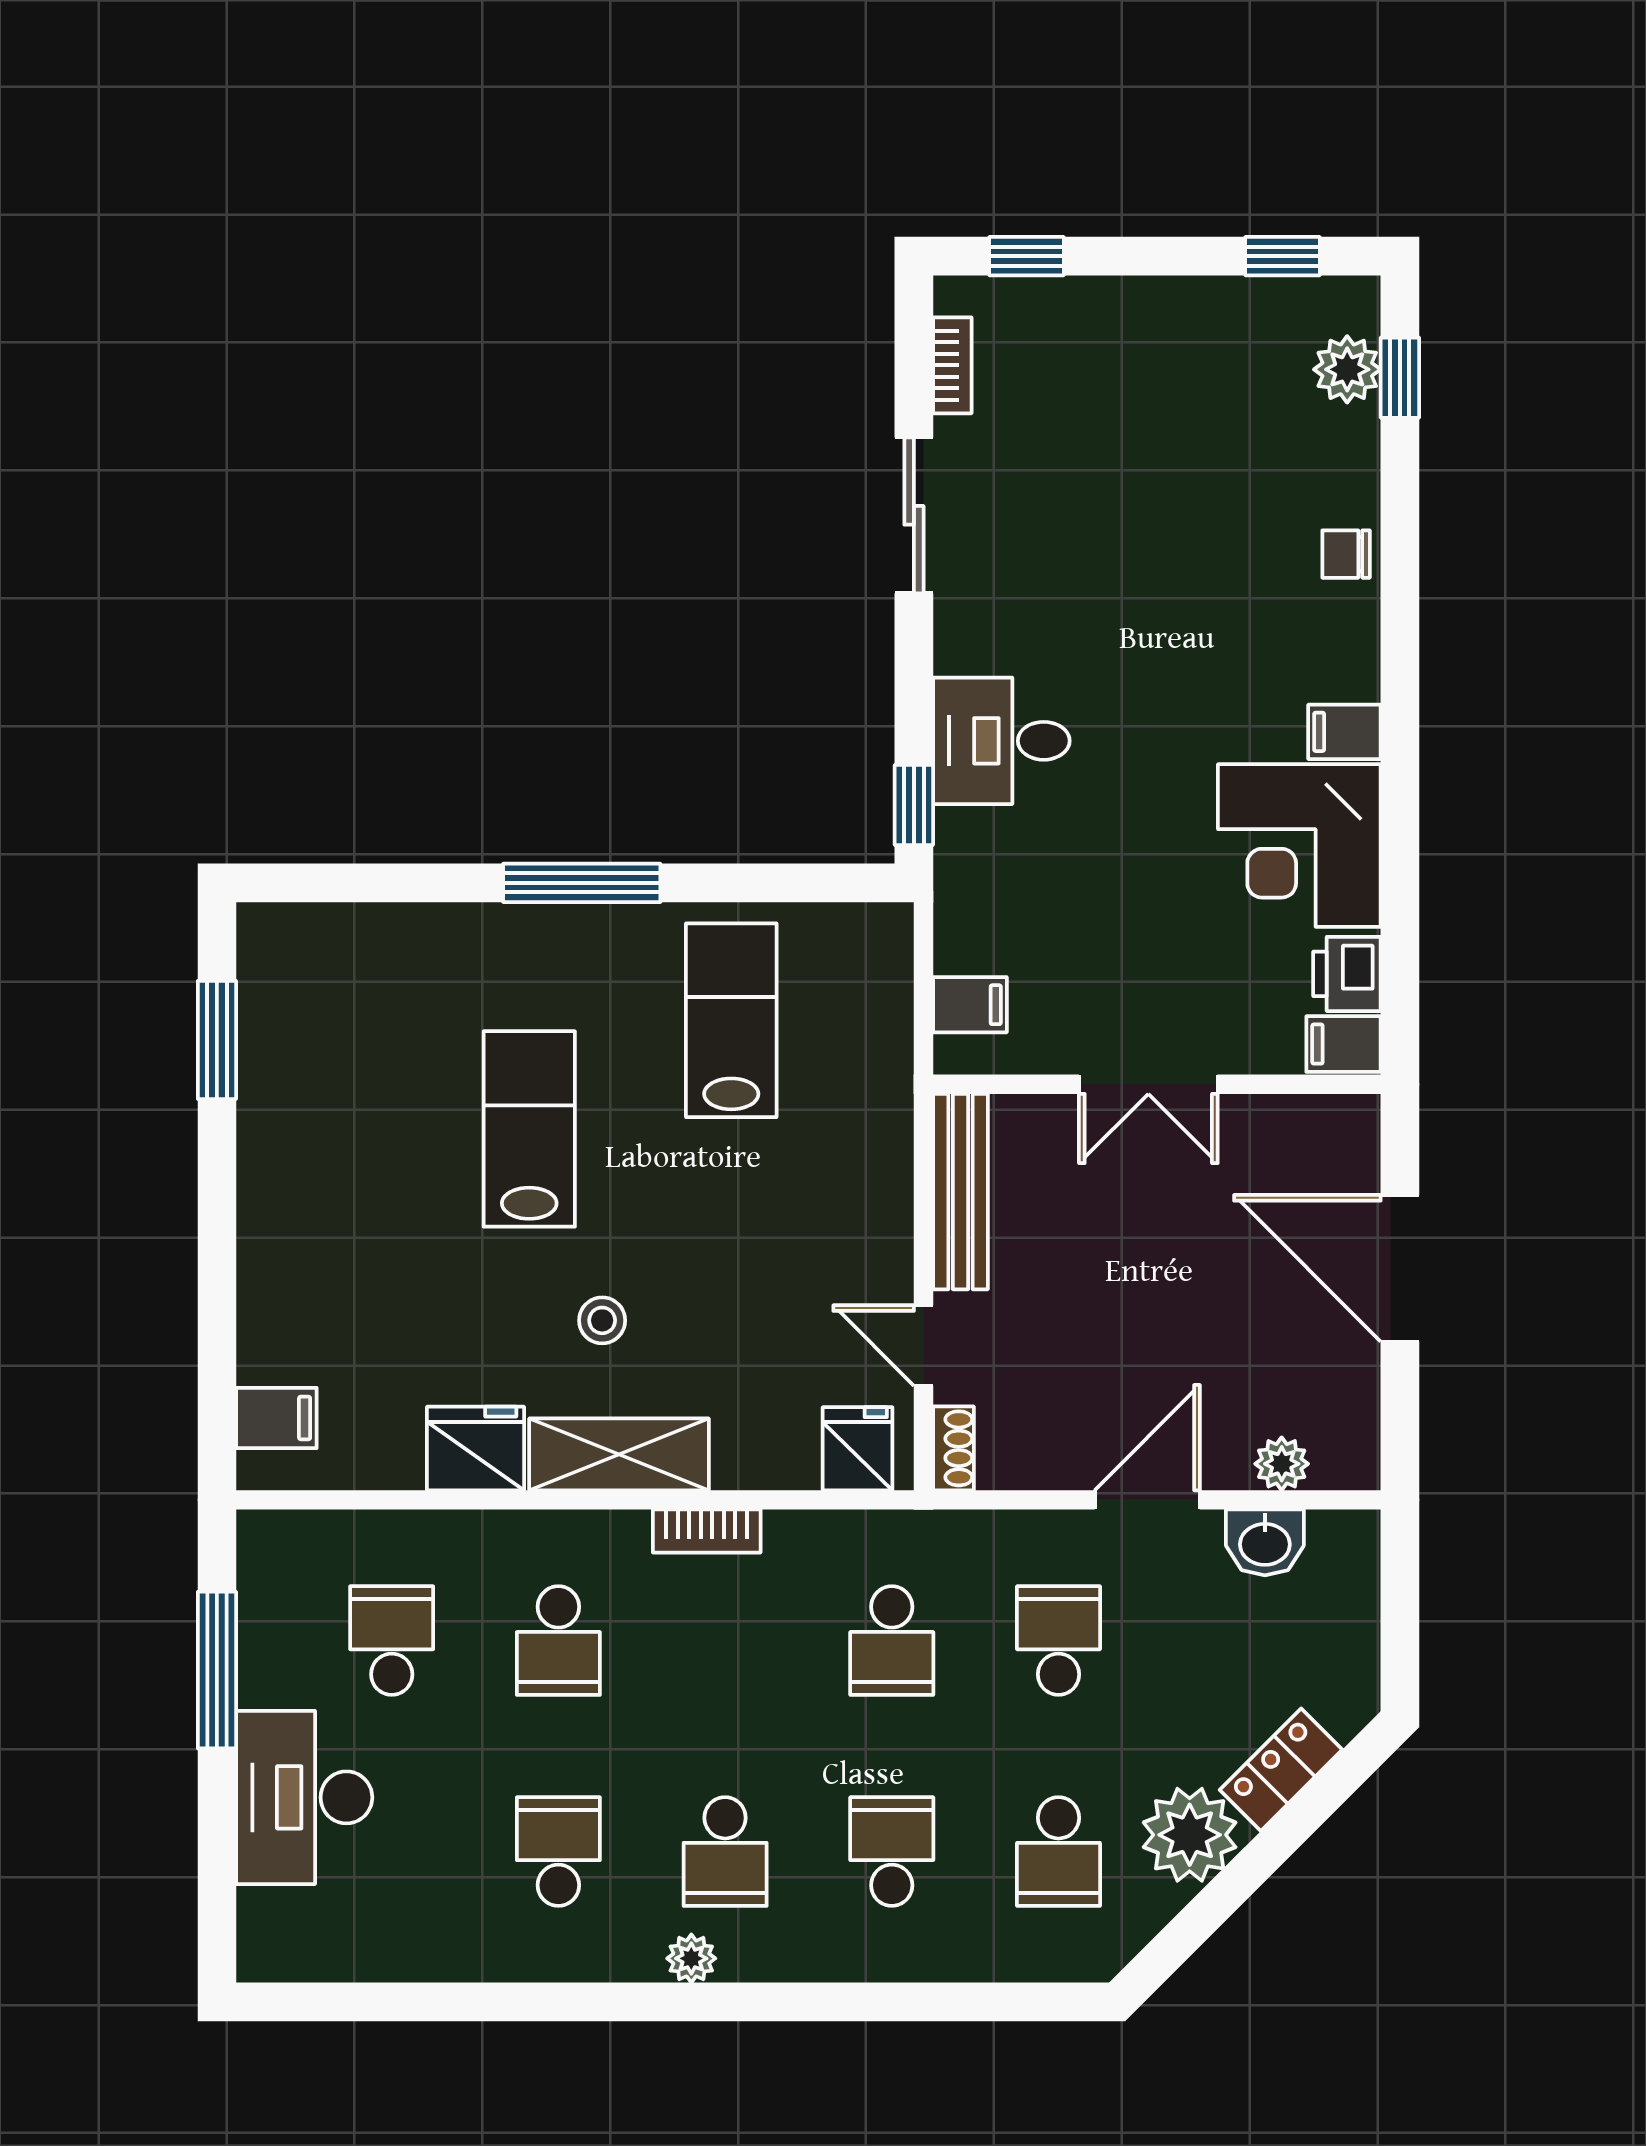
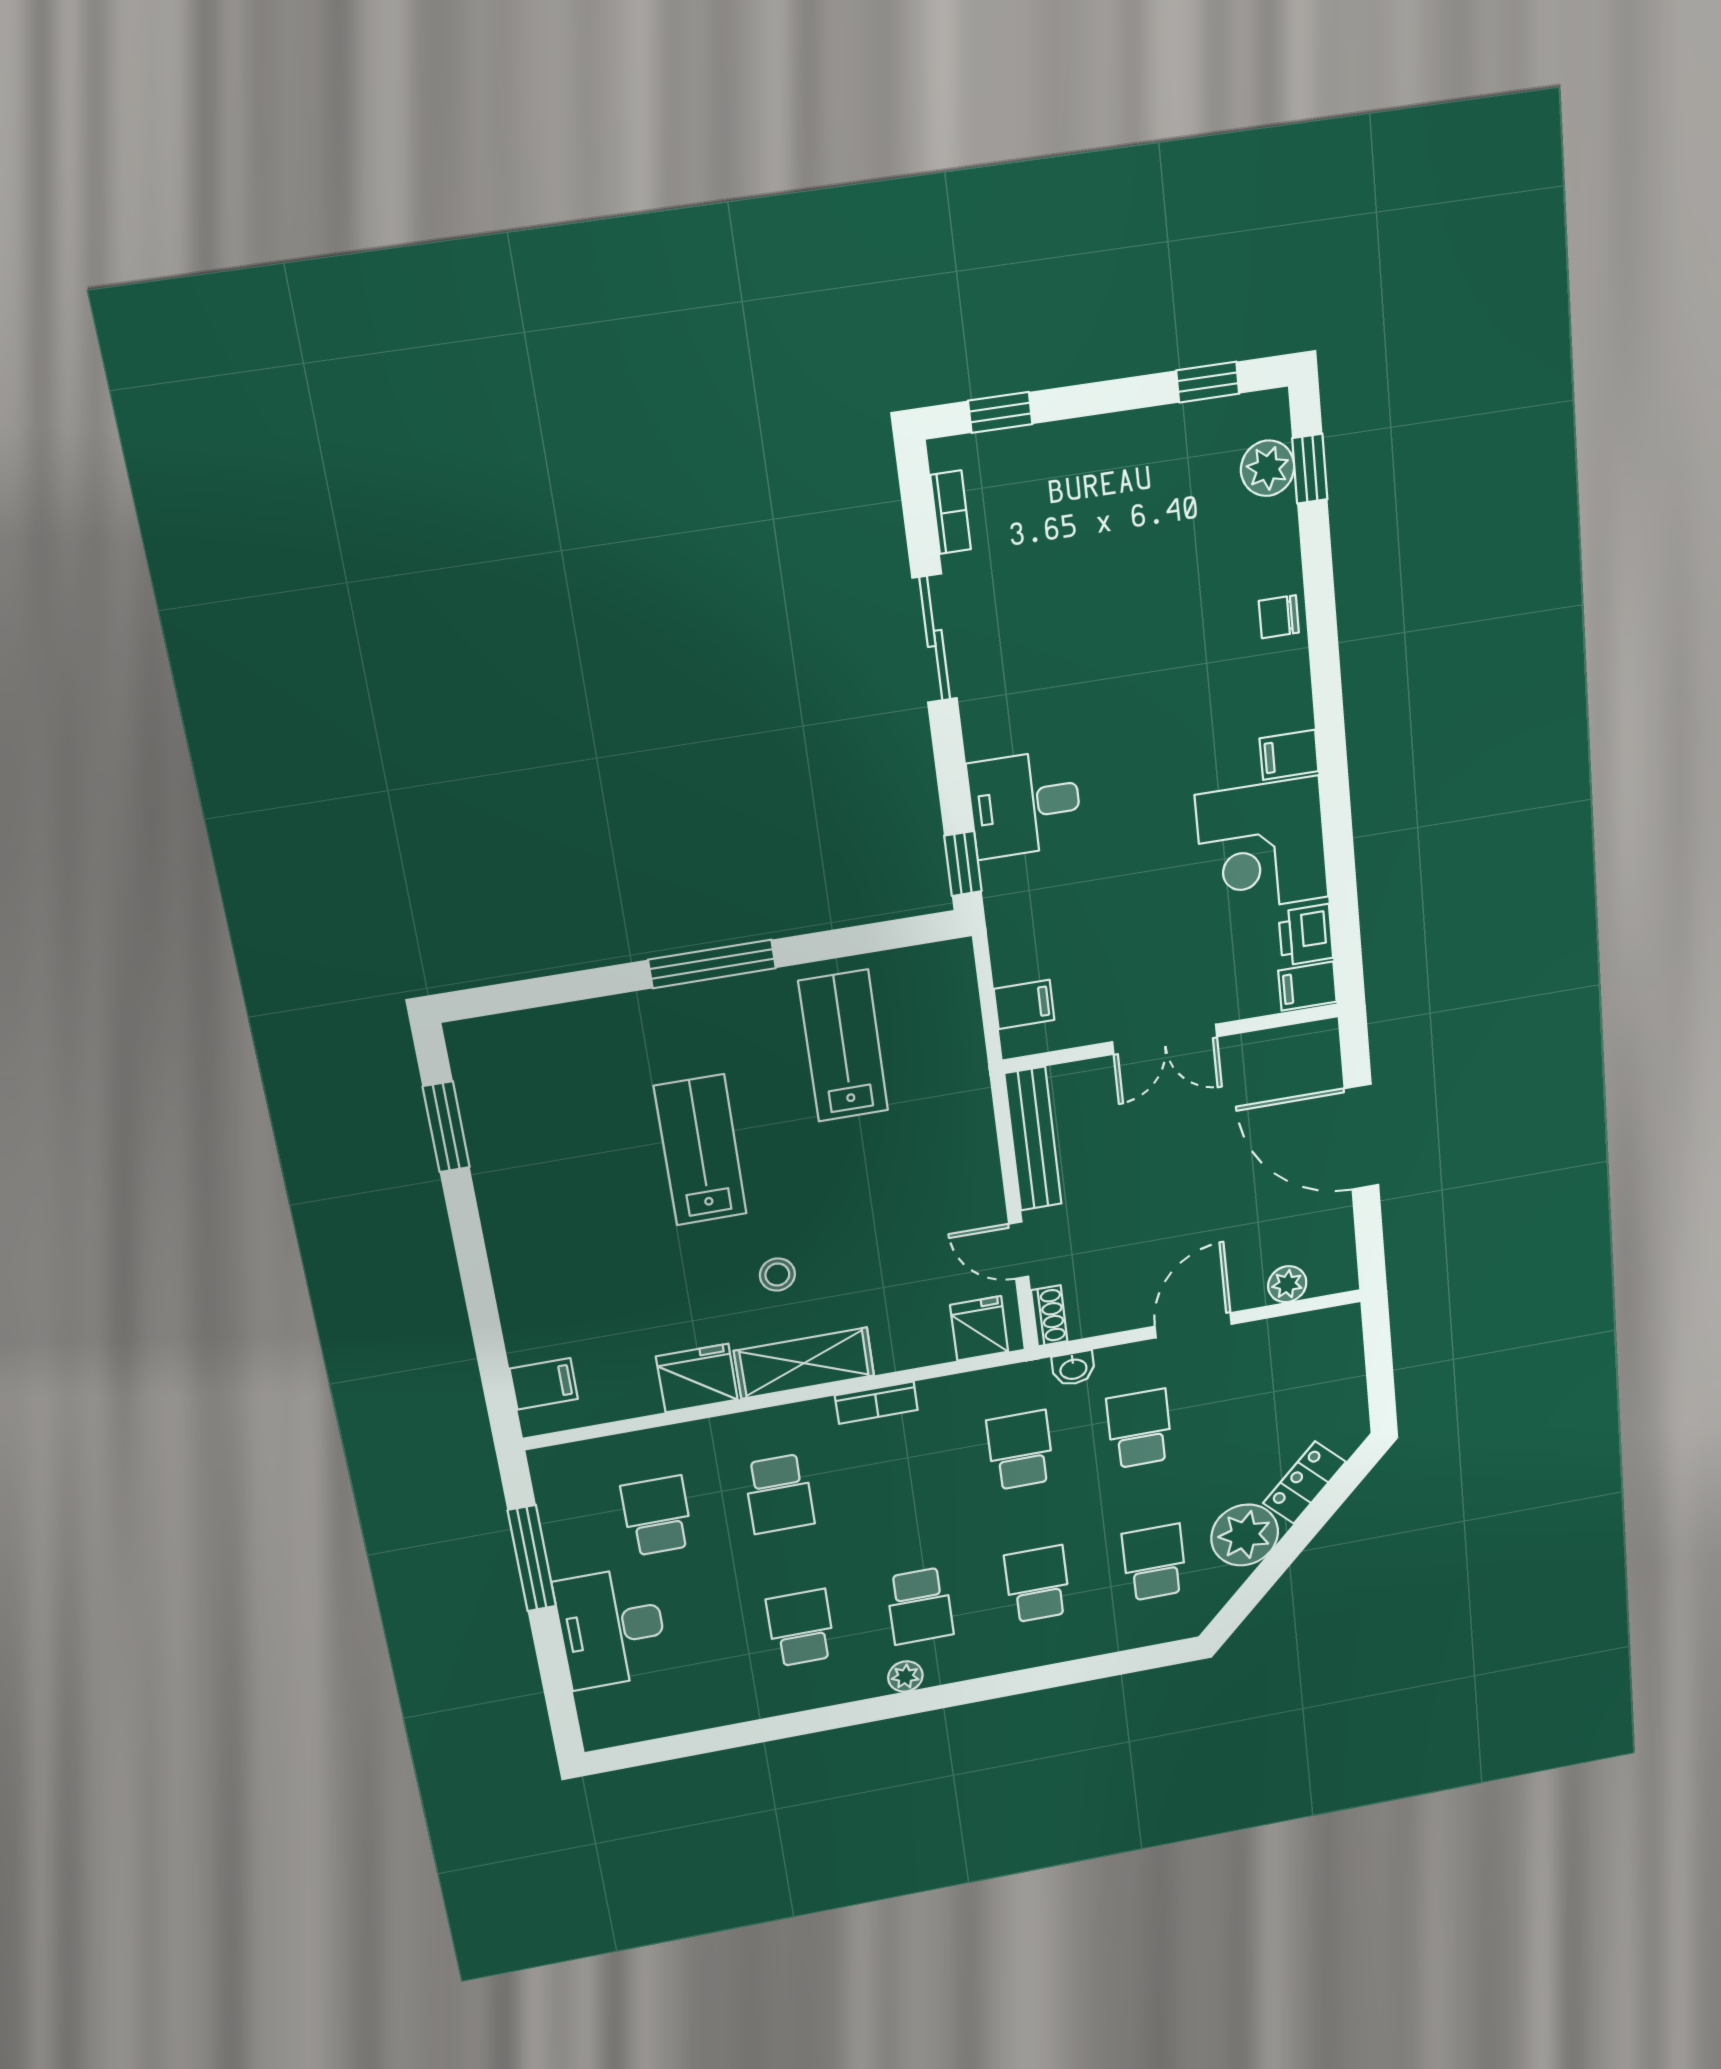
washbasin: (1265, 1542) -> (1073, 1368), moved, width x0.72, depth x0.69
school desk: (892, 1641) -> (1020, 1450), turned 180
school desk: (1058, 1852) -> (1154, 1562), turned 180

